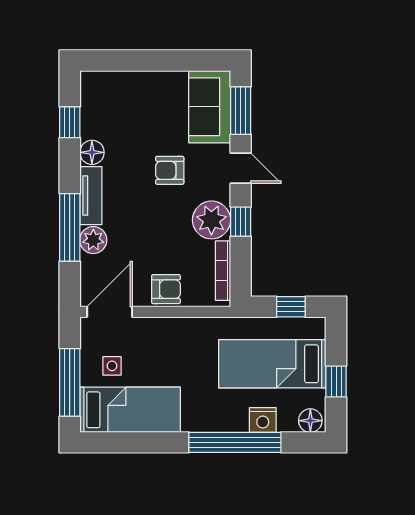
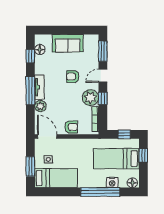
sofa: (210, 107) -> (68, 43), moved, turned -90
floor lamp: (92, 152) -> (40, 50), moved
door: (241, 168) -> (103, 76), swing flipped
window: (70, 227) -> (30, 91), moved
door: (110, 312) -> (47, 137), hinge flipped
window: (336, 381) -> (143, 155), moved
window: (70, 382) -> (30, 166), width x0.69

